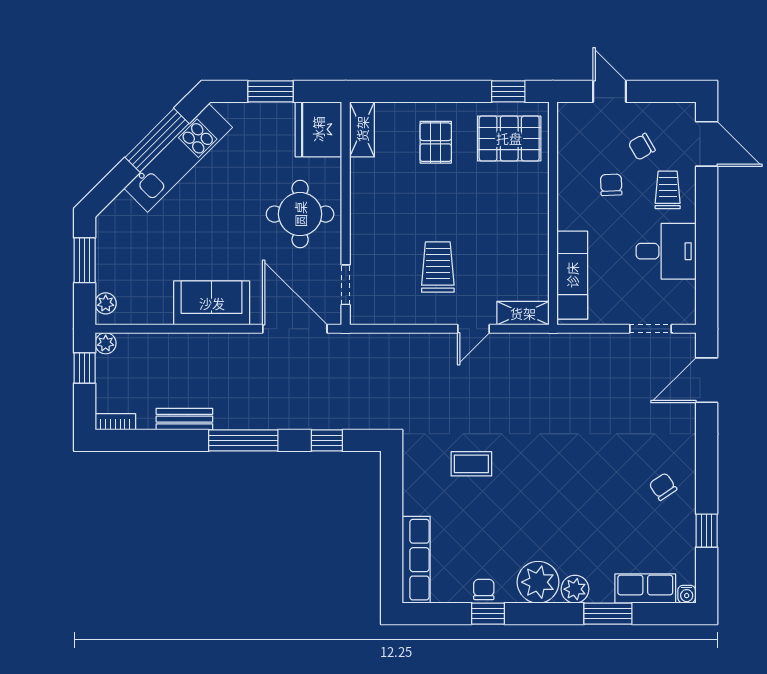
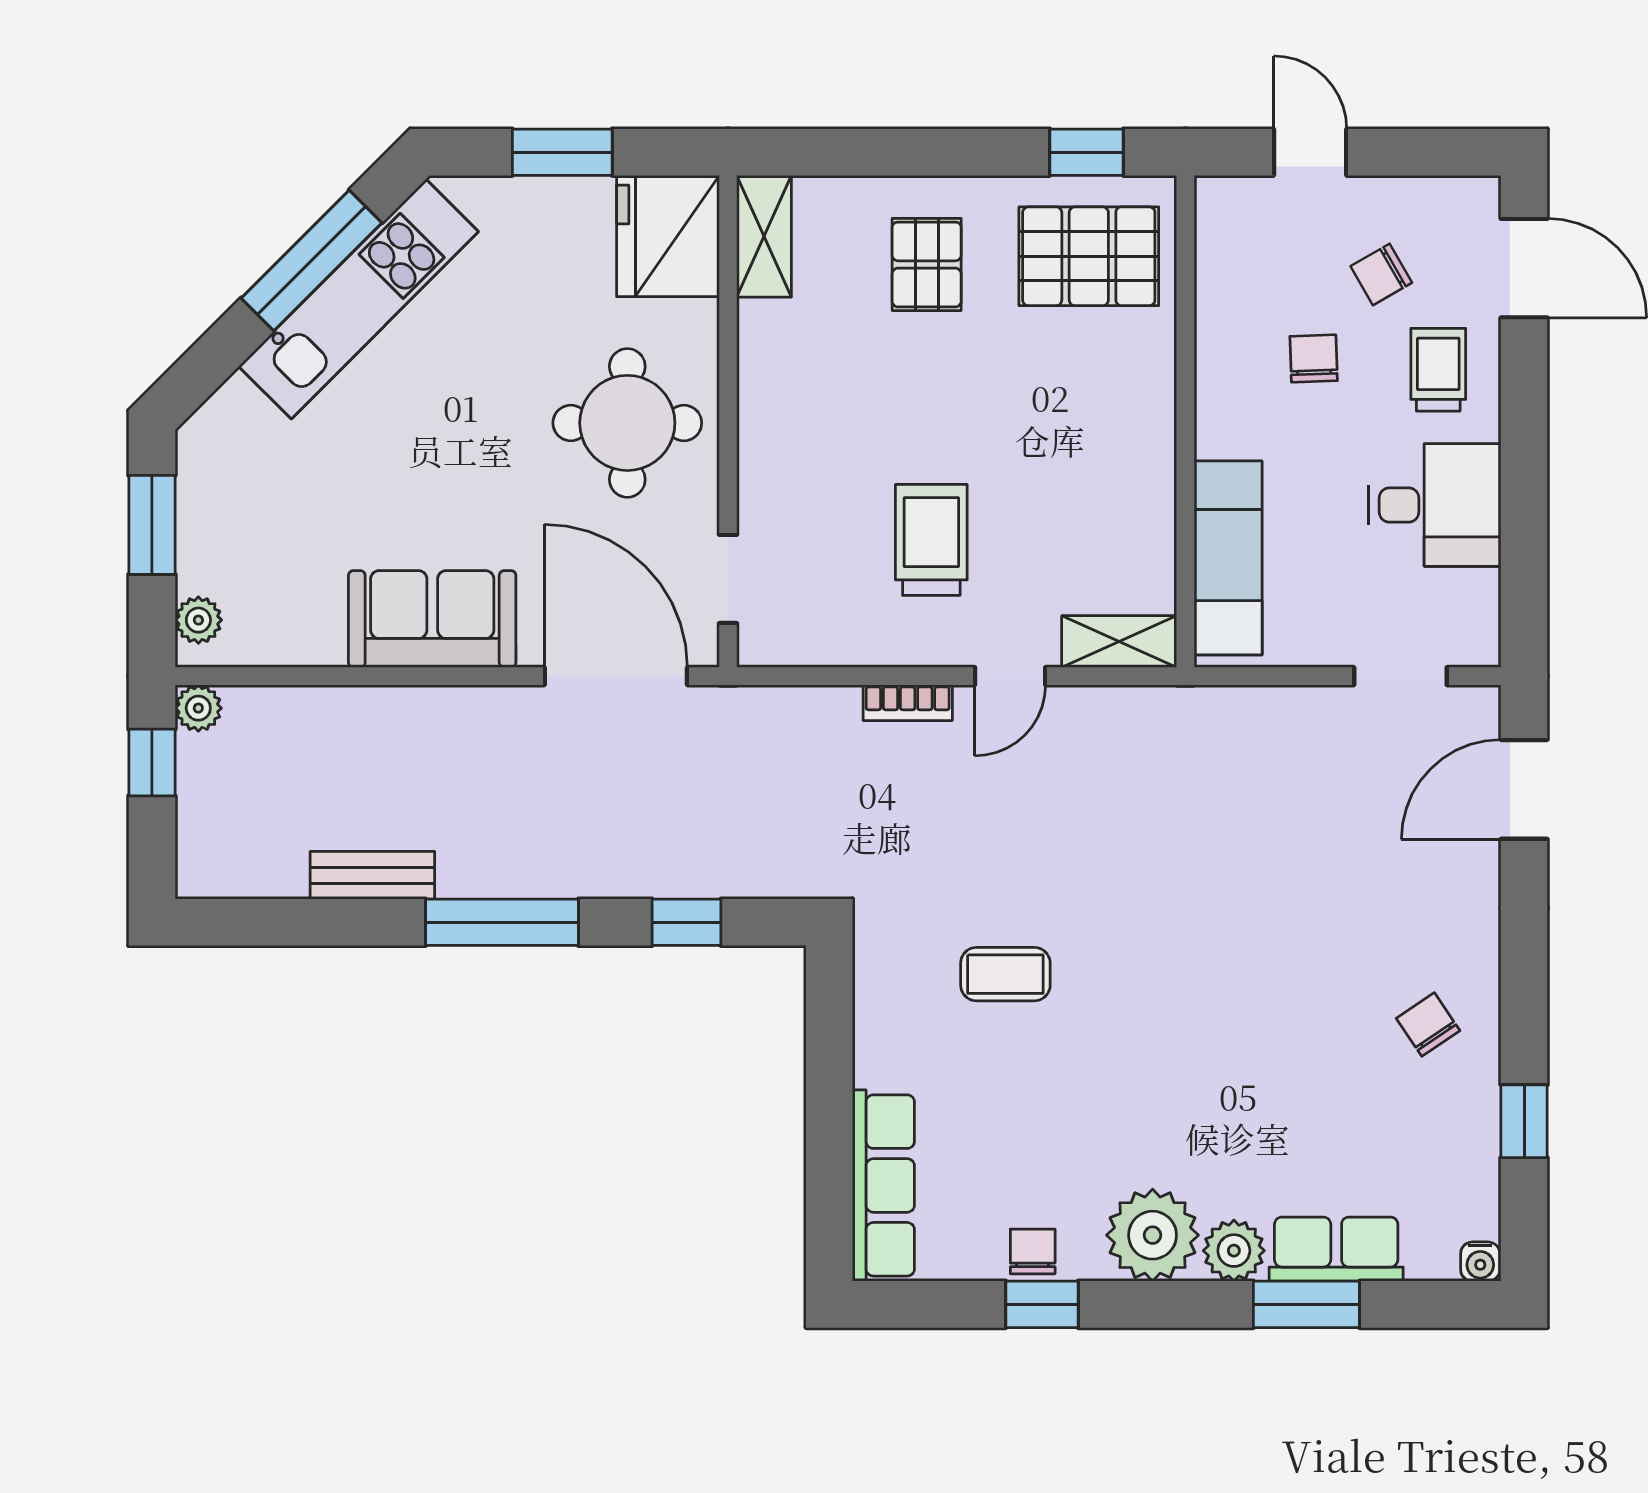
bookcase: (115, 422) -> (908, 703), moved, turned 180
row of seats: (645, 588) -> (1336, 1249), moved

